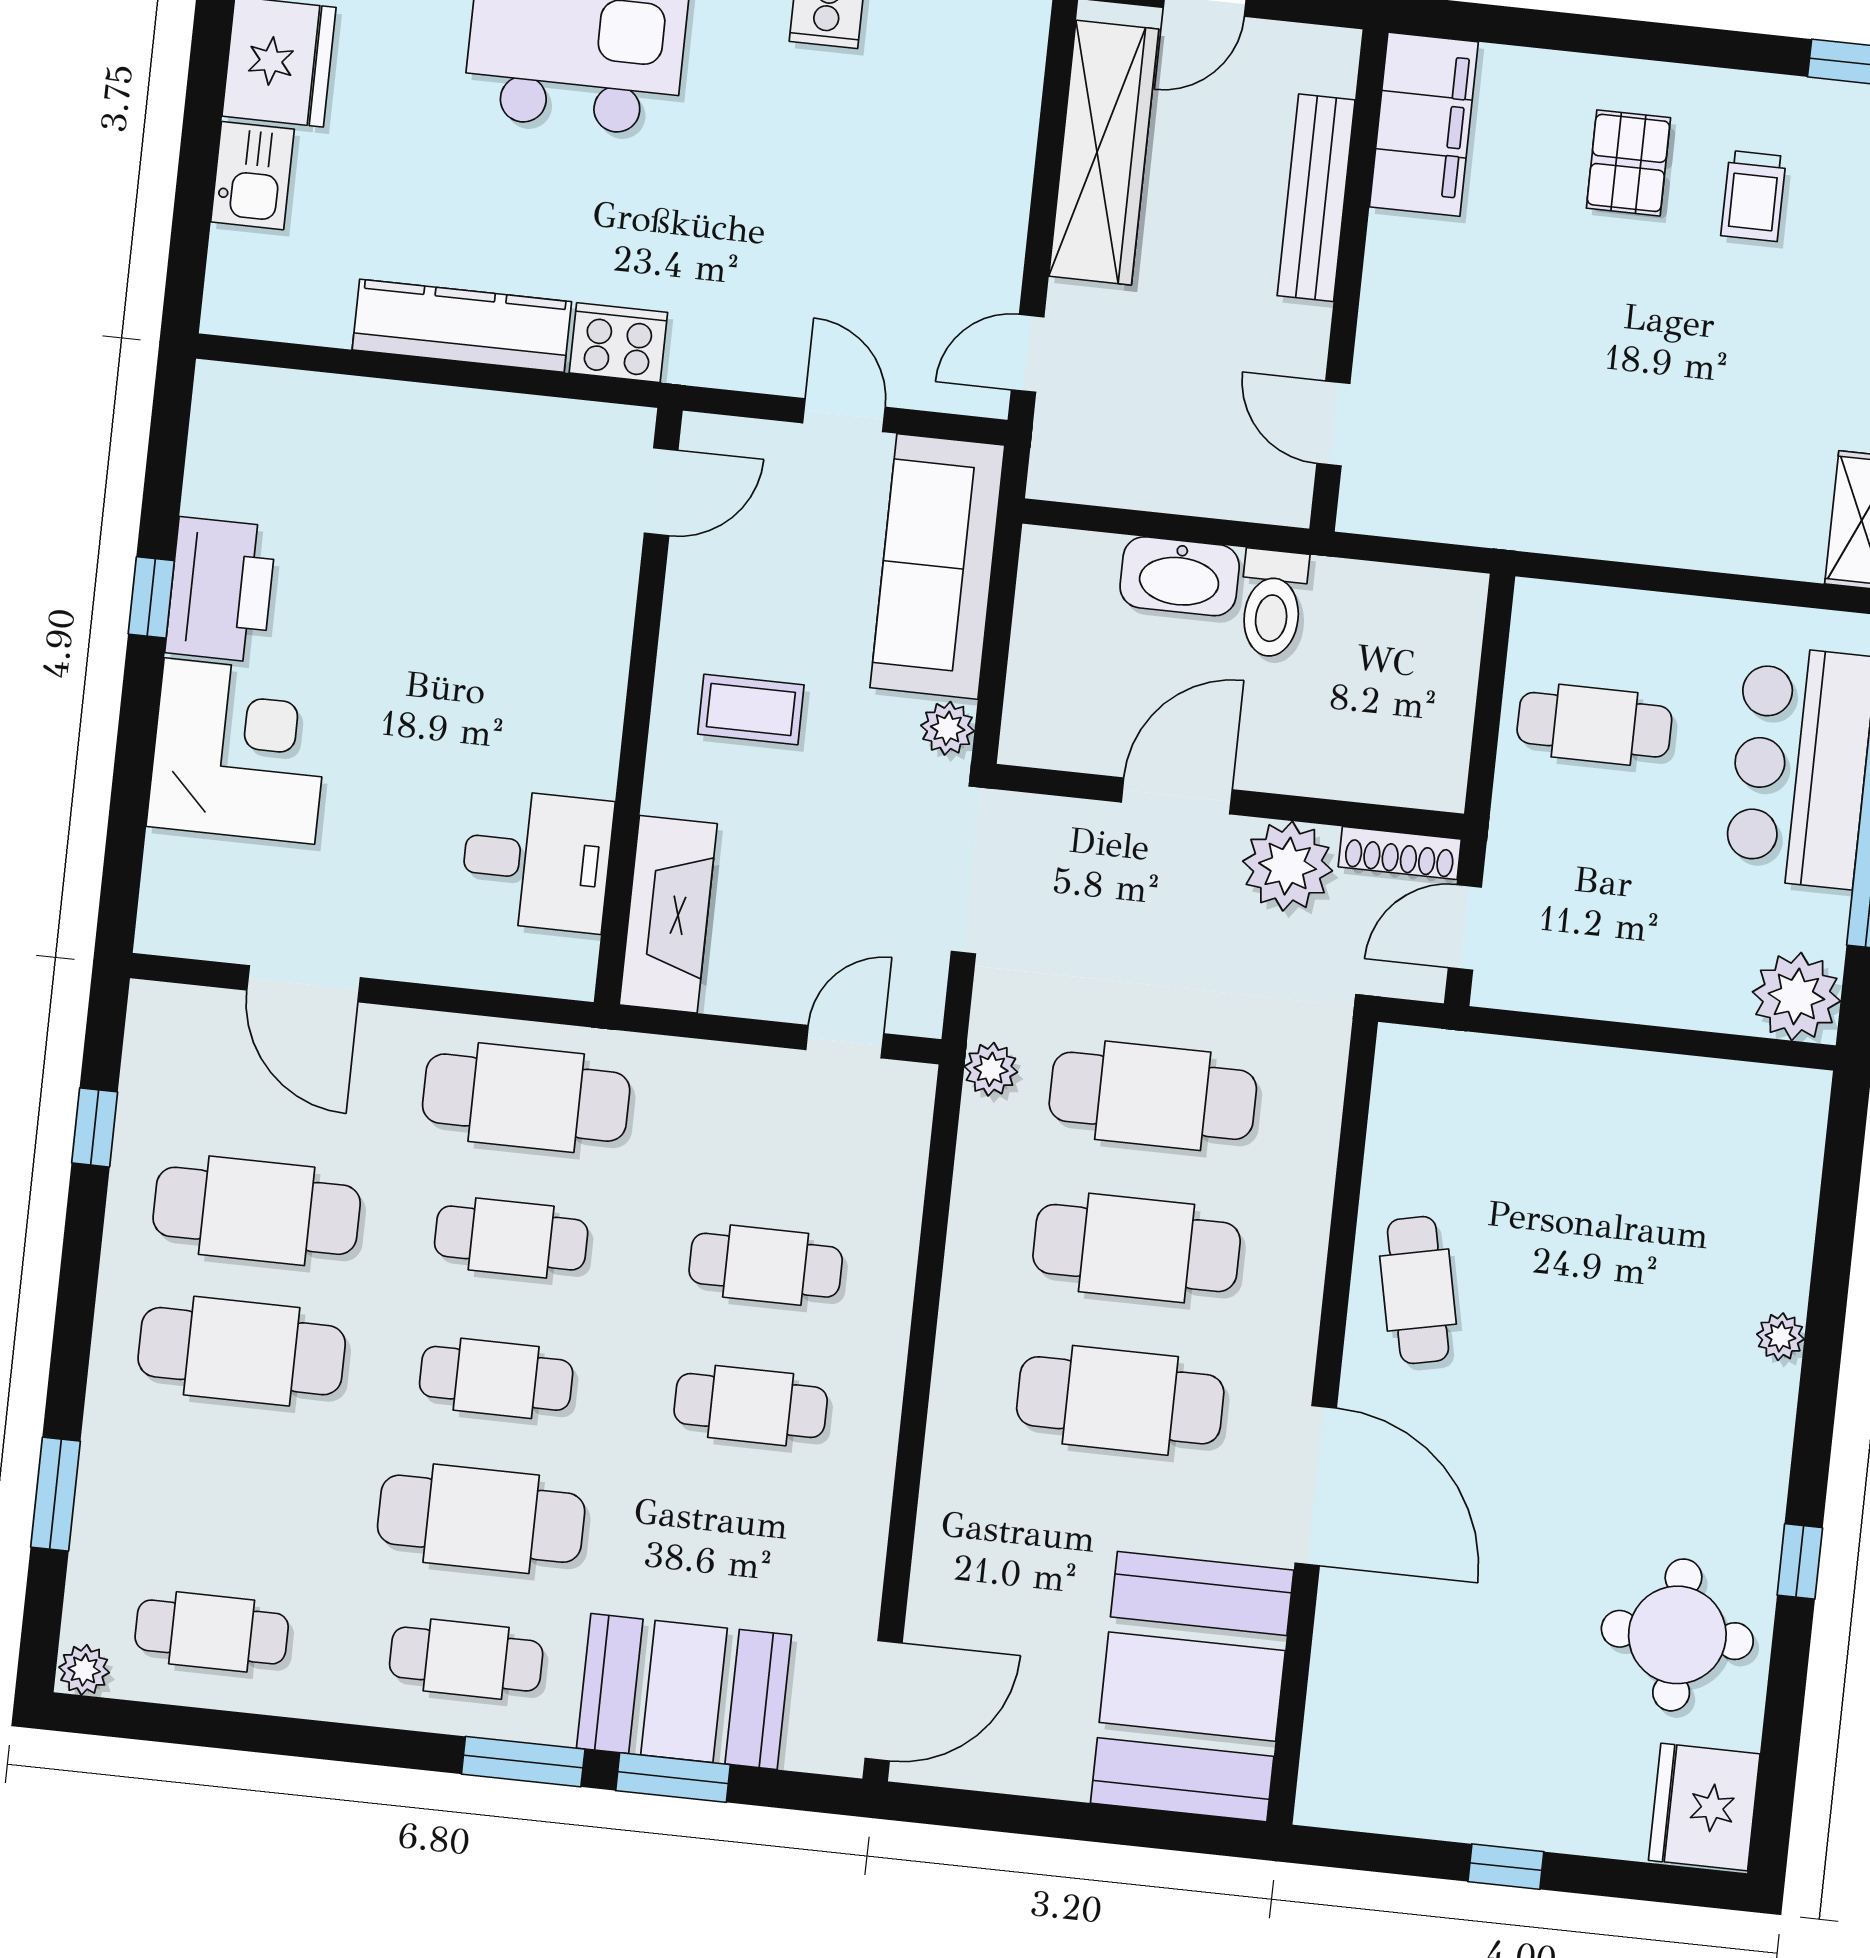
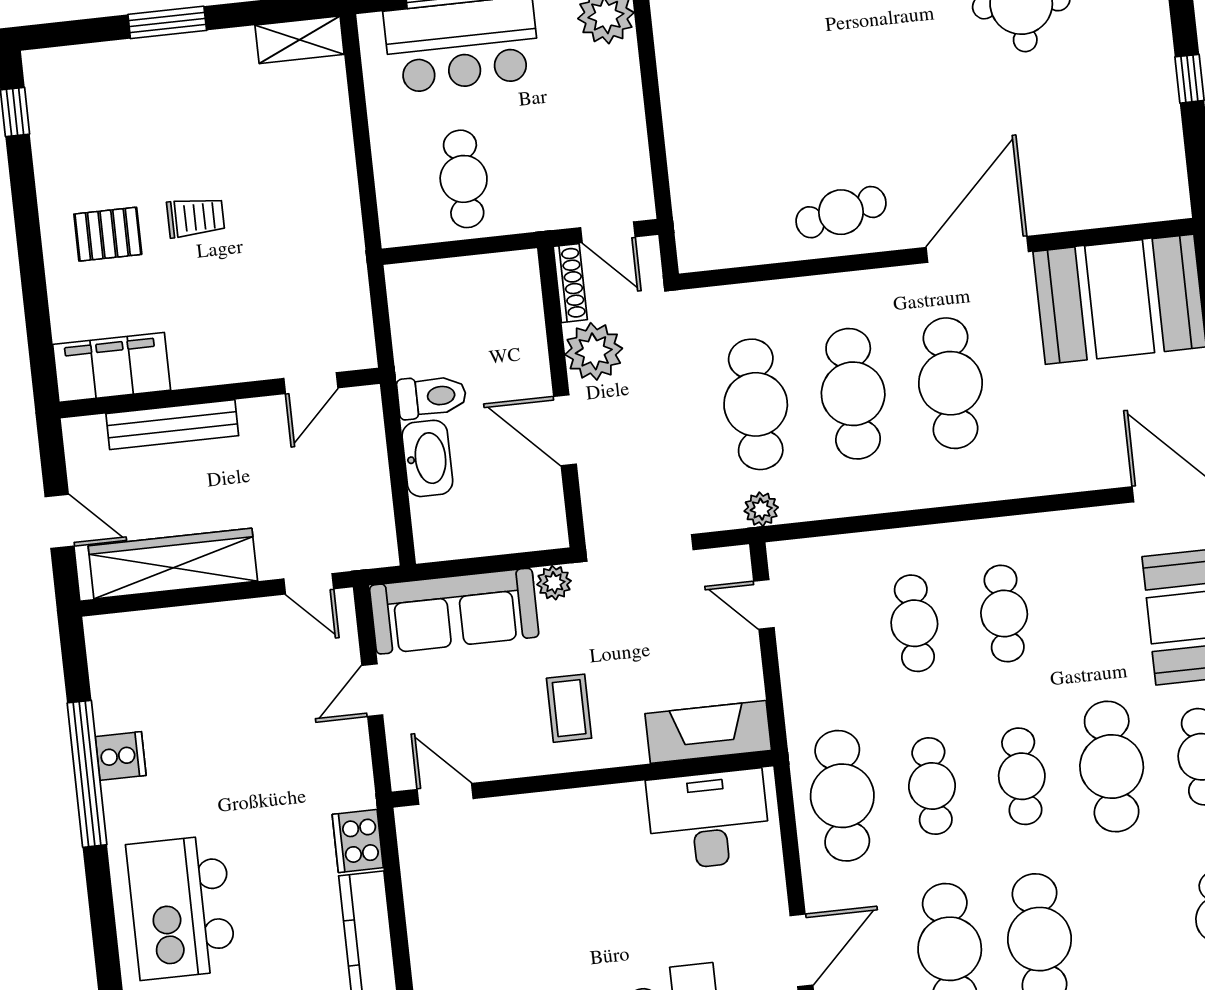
trolley: (1754, 196) -> (196, 217), moved
desk: (537, 860) -> (708, 820), width x1.37

